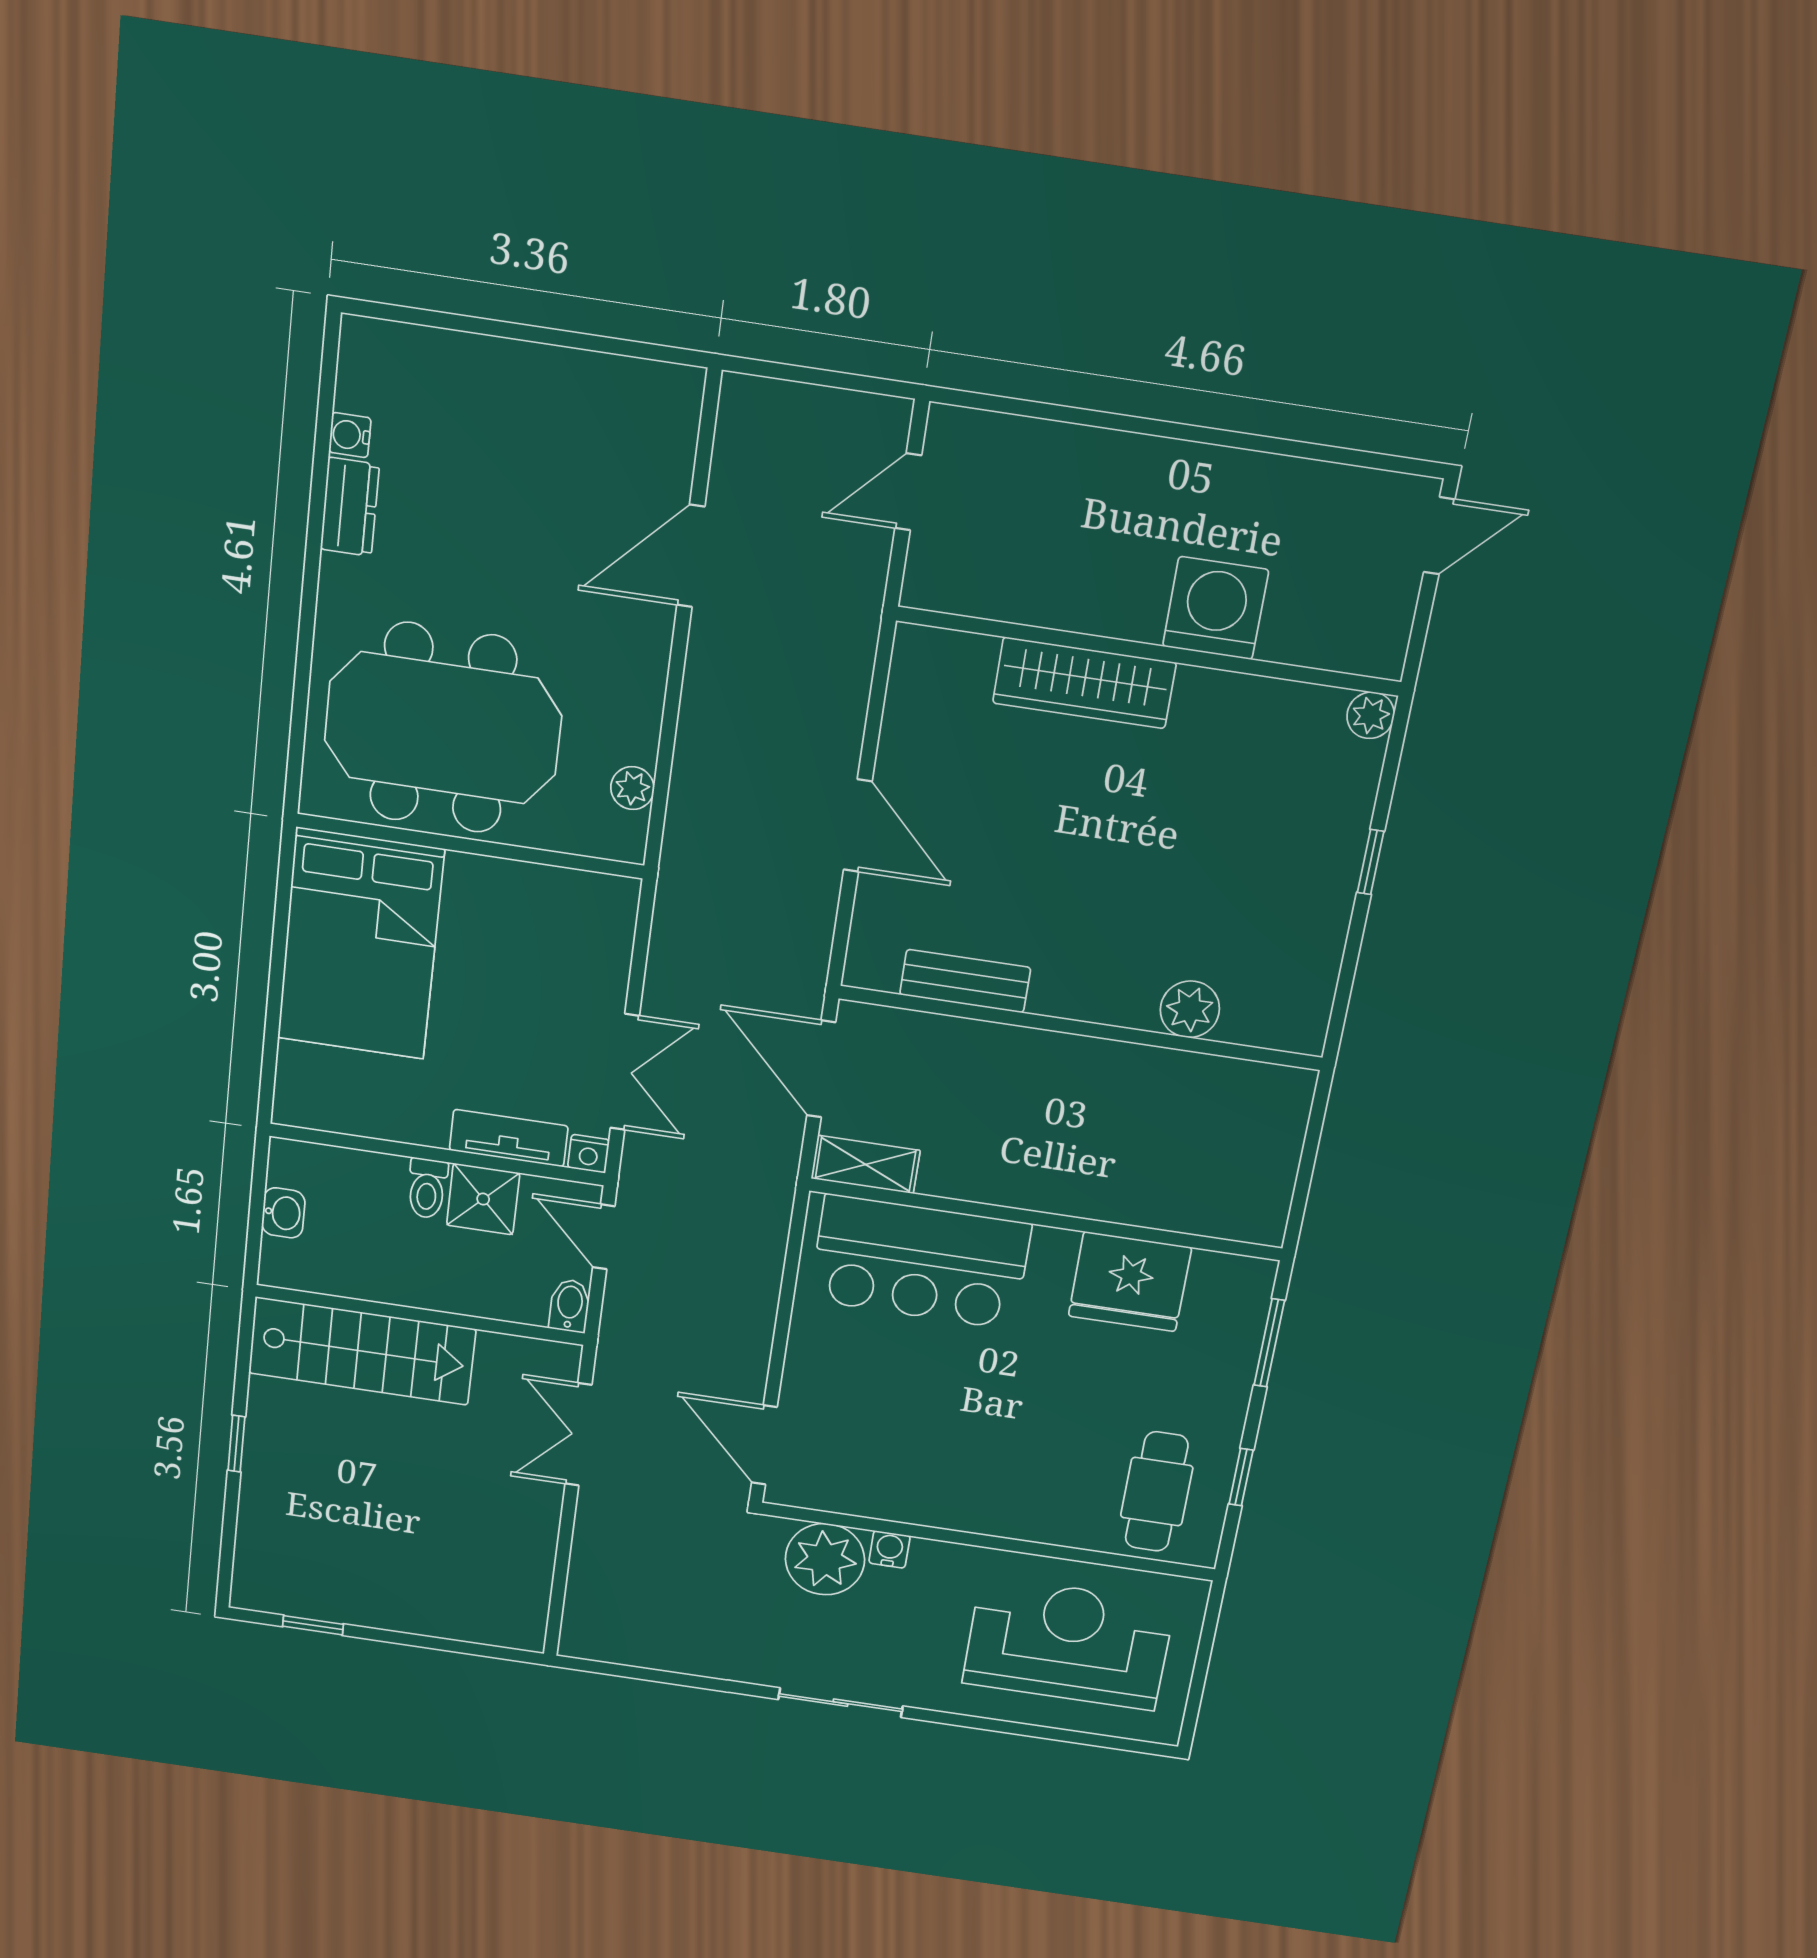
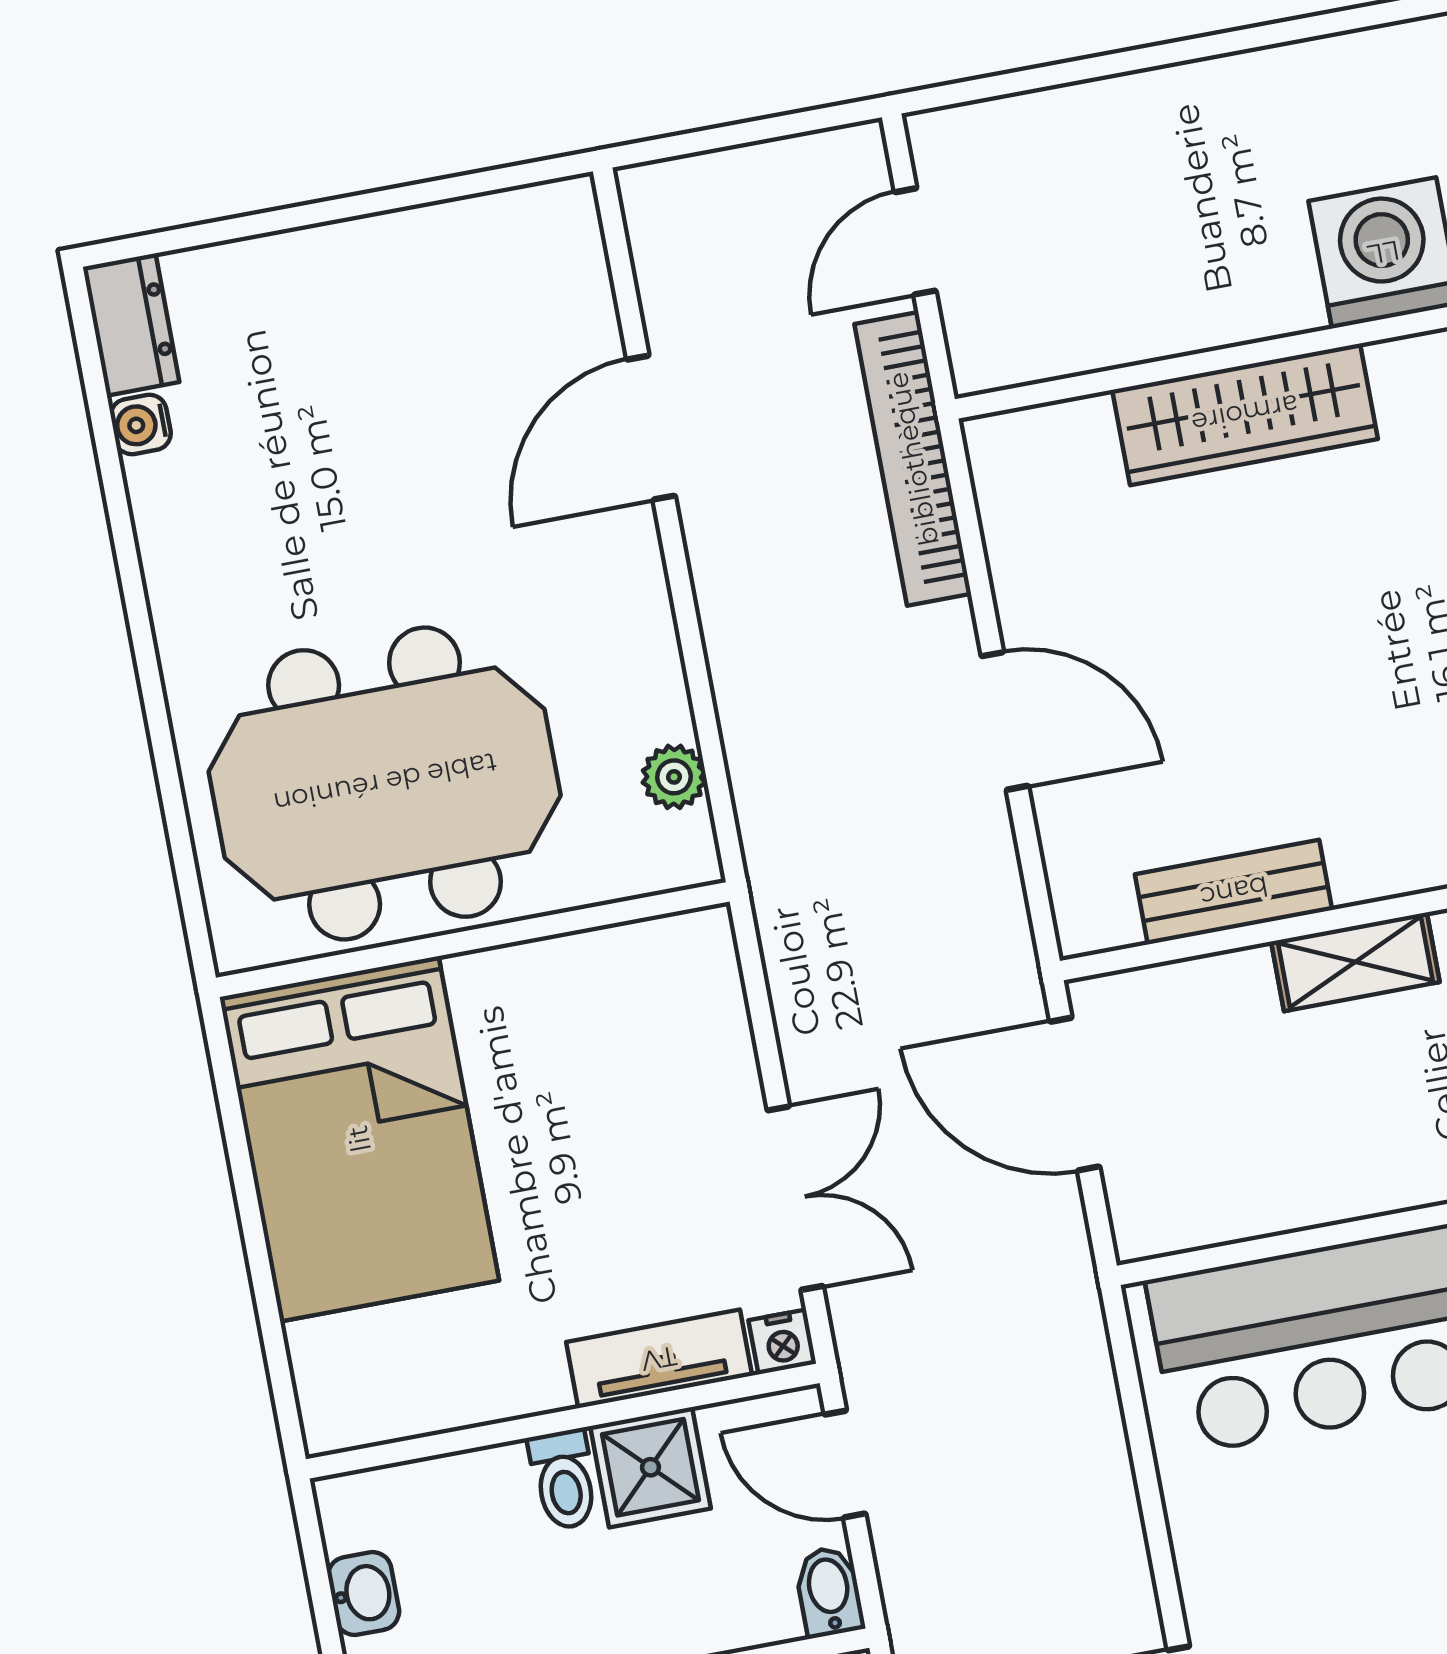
dresser: (350, 507) -> (131, 324), moved
bookcase: (857, 636) -> (913, 459), added
shelving: (865, 1164) -> (1355, 962), moved

